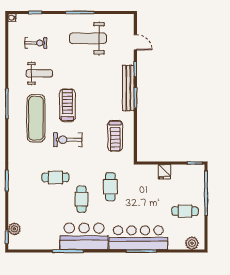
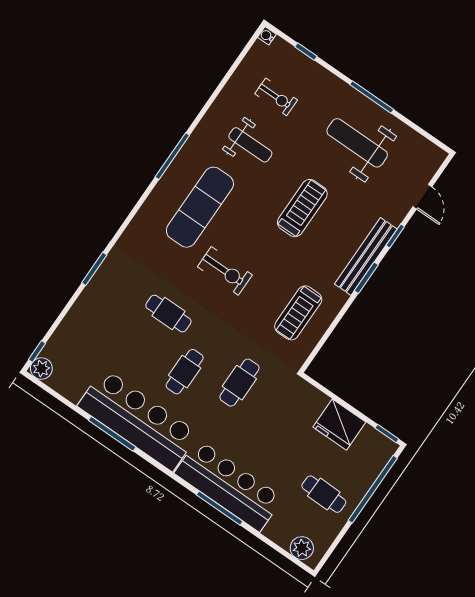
treadmill: (67, 105) -> (302, 208), moved
exercise bike: (68, 140) -> (225, 271), turned 180
fridge: (165, 172) -> (339, 425), width x1.88, depth x1.34
plant: (14, 229) -> (41, 369), moved
bar counter: (84, 236) -> (138, 420), width x1.36

